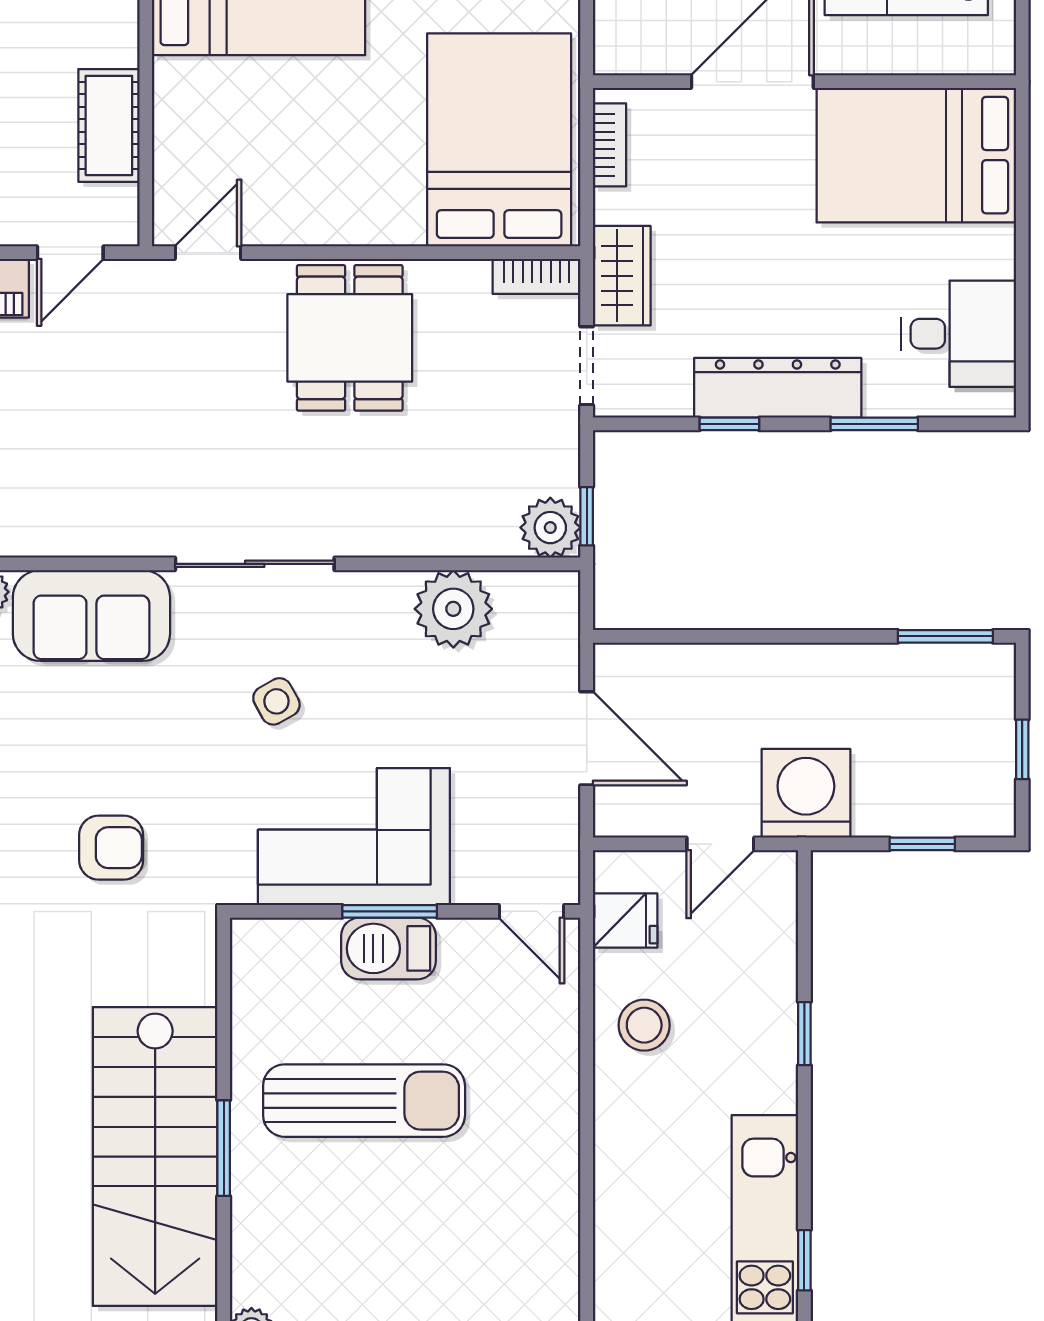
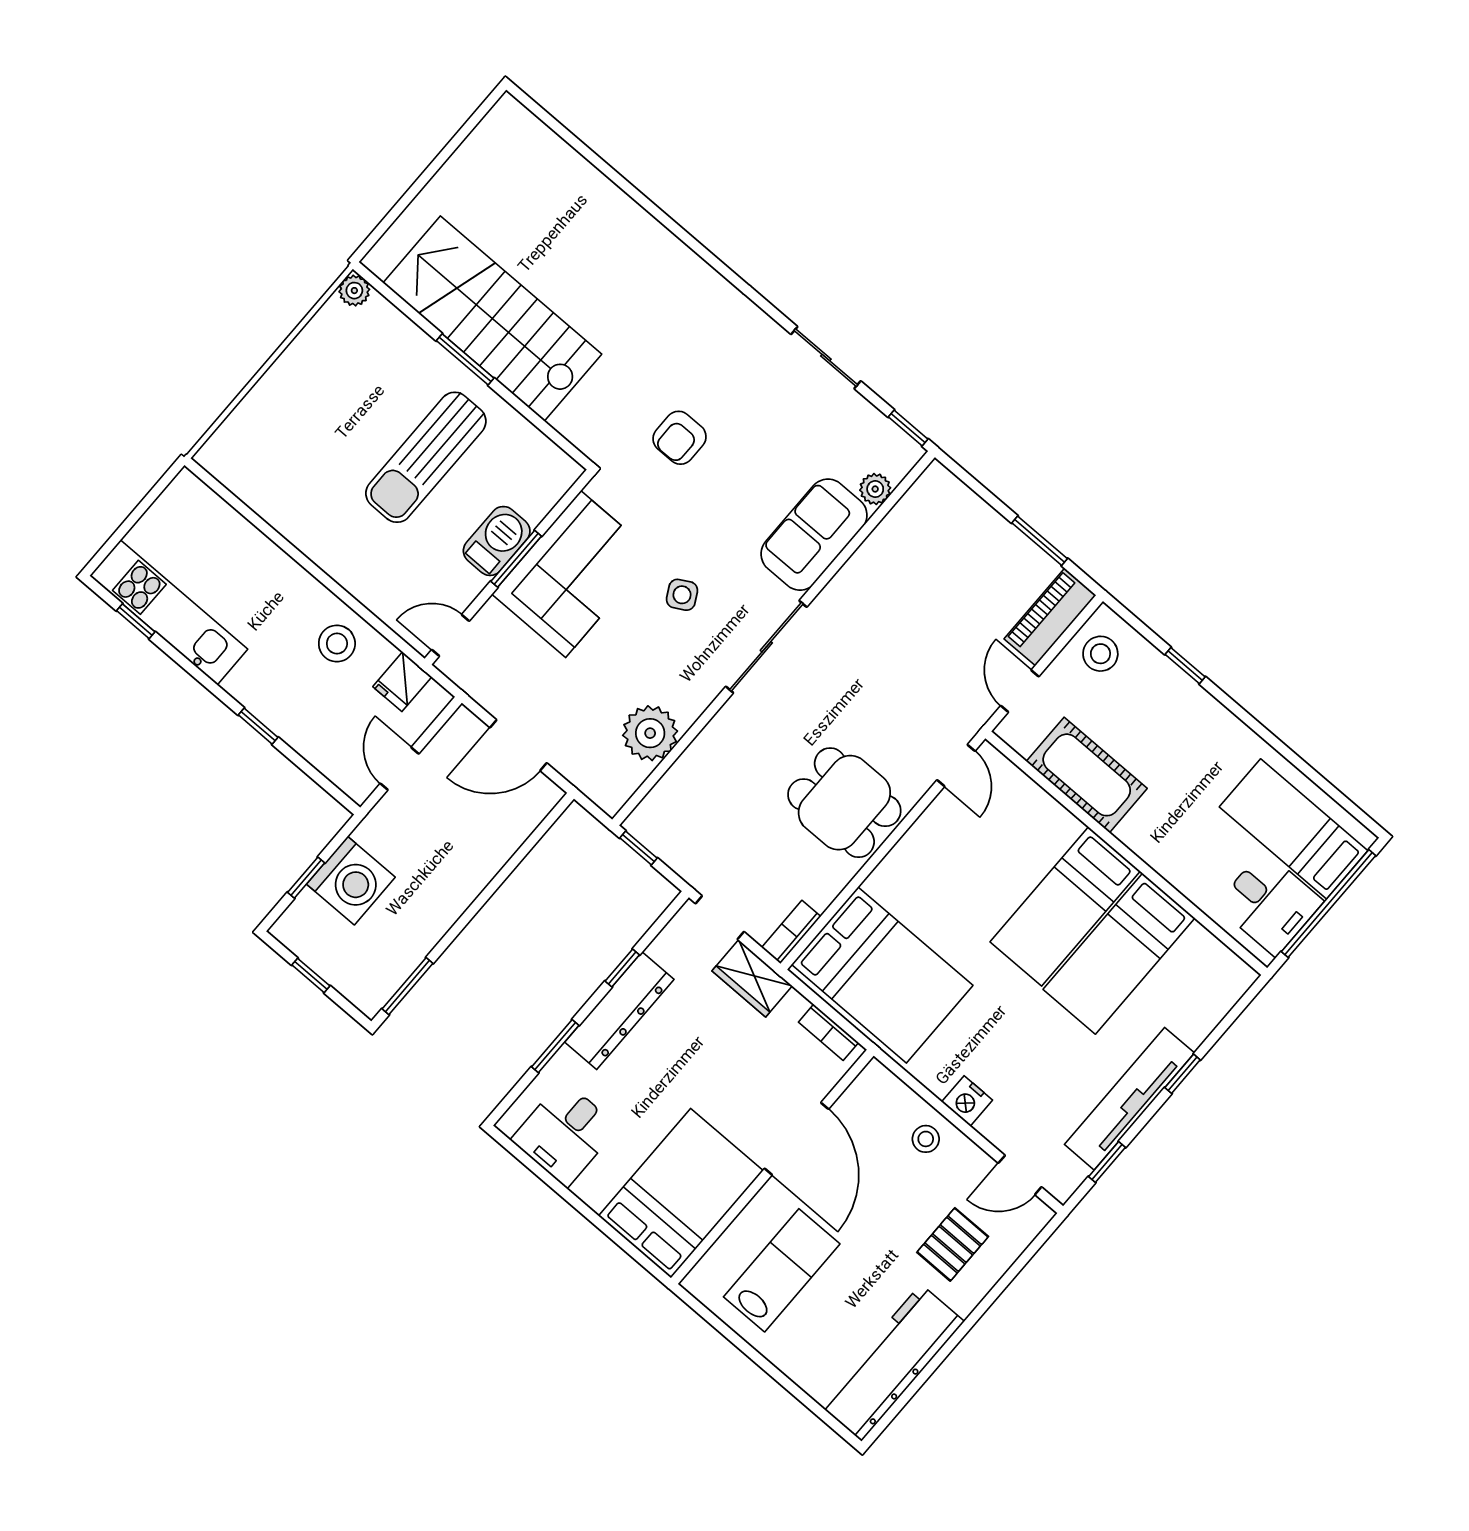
cot: (109, 125) -> (1087, 775), width x1.37, depth x1.34
plant: (550, 528) -> (649, 823), removed
washing machine: (806, 793) -> (351, 881), moved

